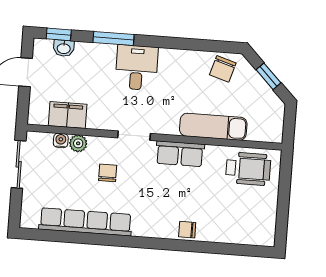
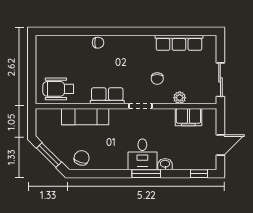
window: (113, 39) -> (146, 174), moved
washbasin: (64, 48) -> (165, 164), moved
window: (268, 76) -> (49, 155), width x1.50
water cooler: (61, 140) -> (192, 99), removed
row of seats: (86, 222) -> (179, 43), width x0.73

